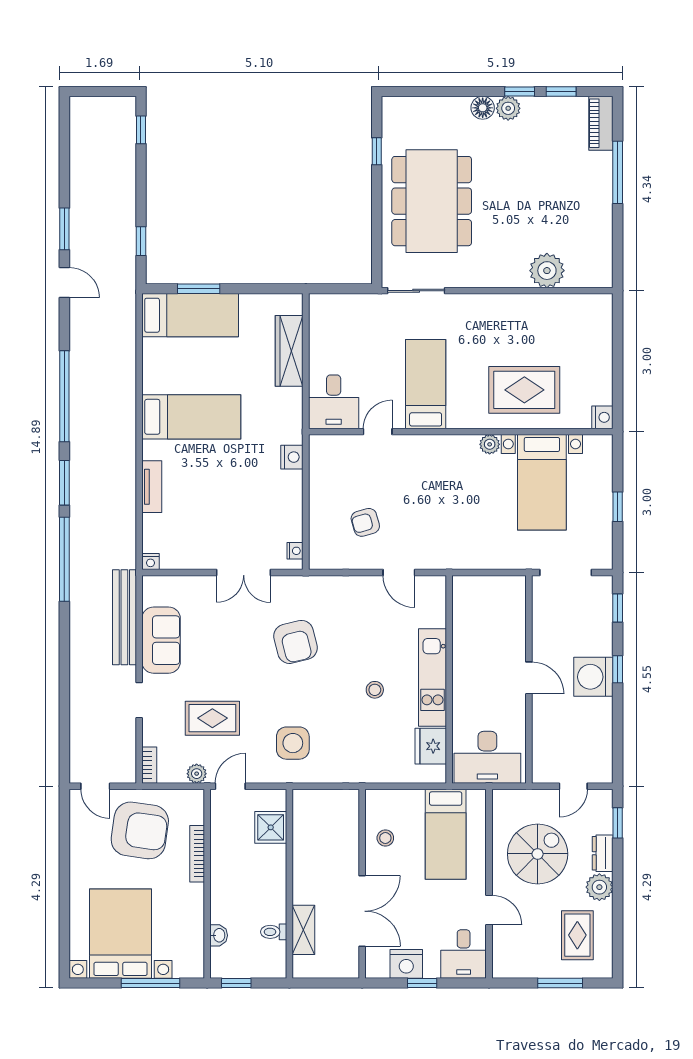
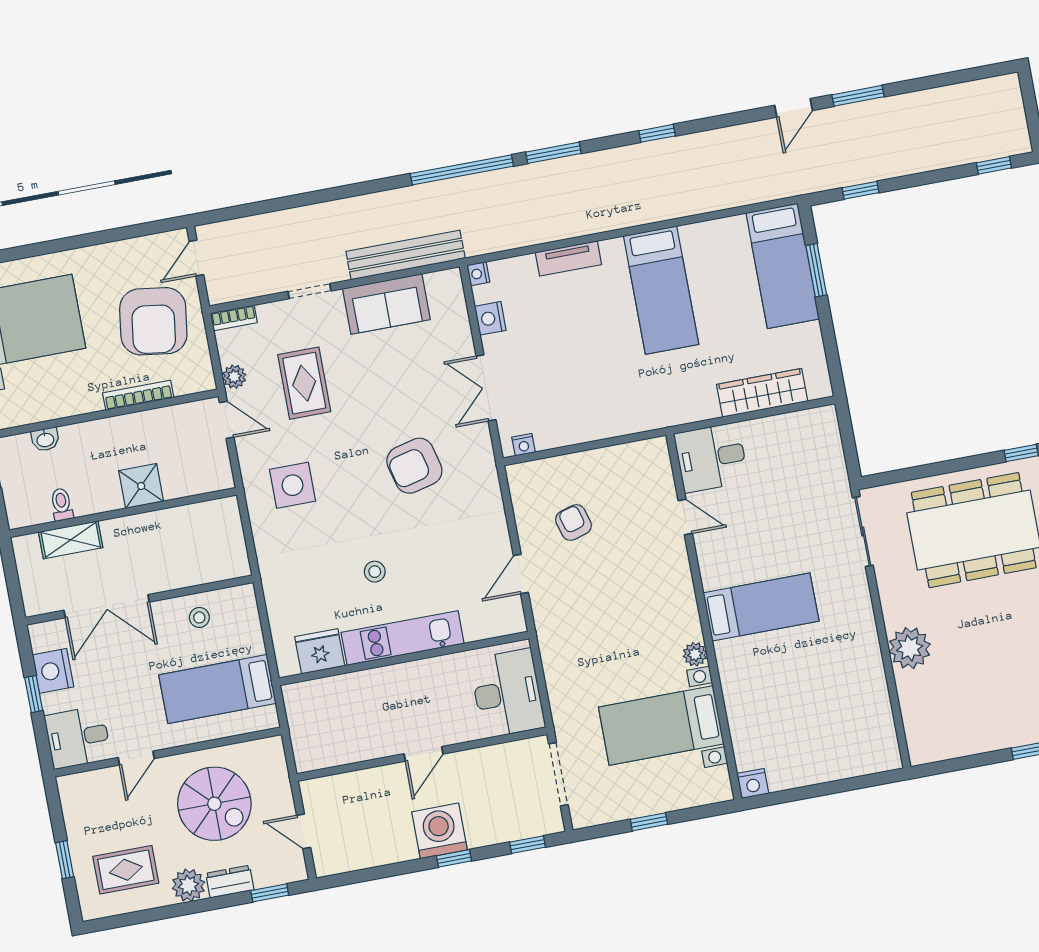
plant: (547, 271) -> (910, 648), moved
bed: (426, 384) -> (761, 607), moved
rug: (524, 390) -> (768, 684), removed
window: (64, 396) -> (657, 133), width x0.32
nightstand: (292, 457) -> (490, 318), moved, turned 90
desk: (487, 757) -> (507, 693), moved, turned 180
shower: (271, 827) -> (141, 486), moved
window: (560, 983) -> (65, 860), width x0.67

